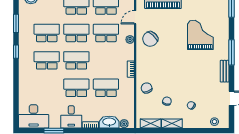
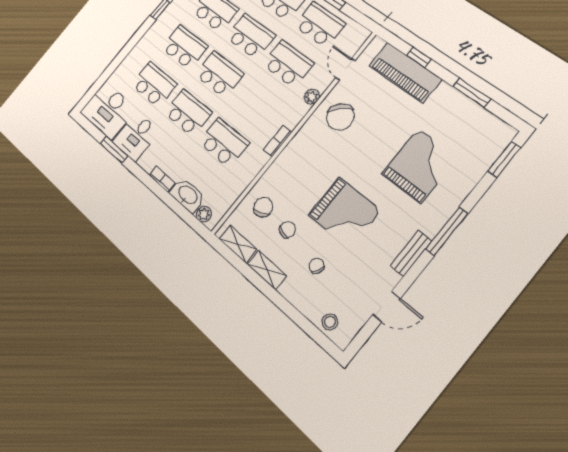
door: (135, 17) -> (345, 69), hinge flipped
chair: (150, 39) -> (340, 117), turned -83
grand piano: (185, 76) -> (344, 213), added
school desk: (47, 88) -> (154, 84), added
chair: (147, 88) -> (263, 207), moved
desk: (71, 117) -> (136, 137), moved

